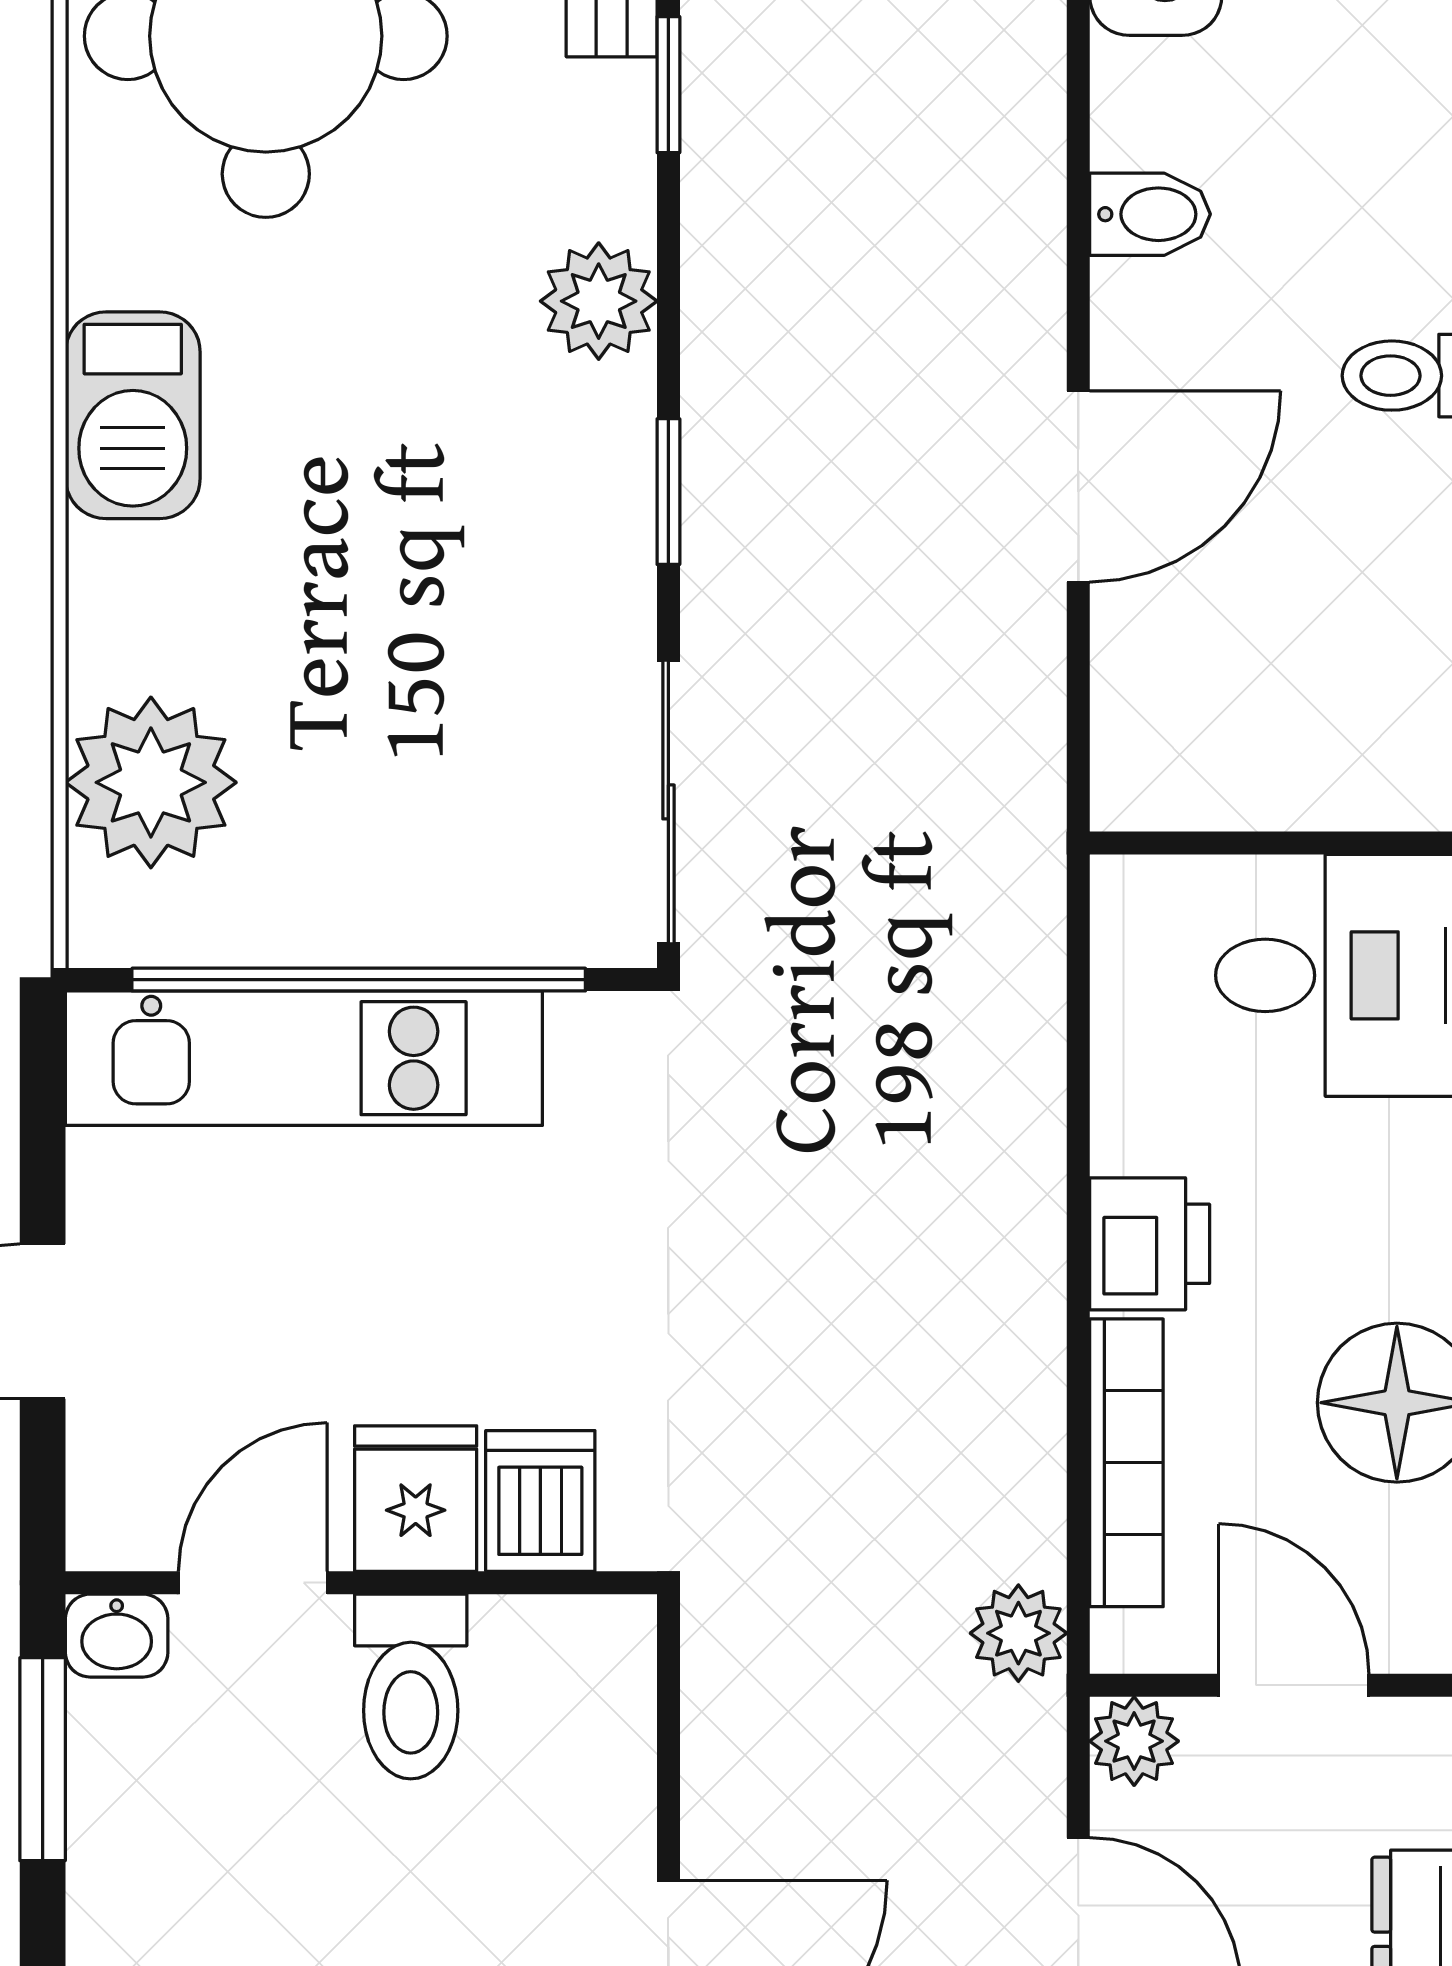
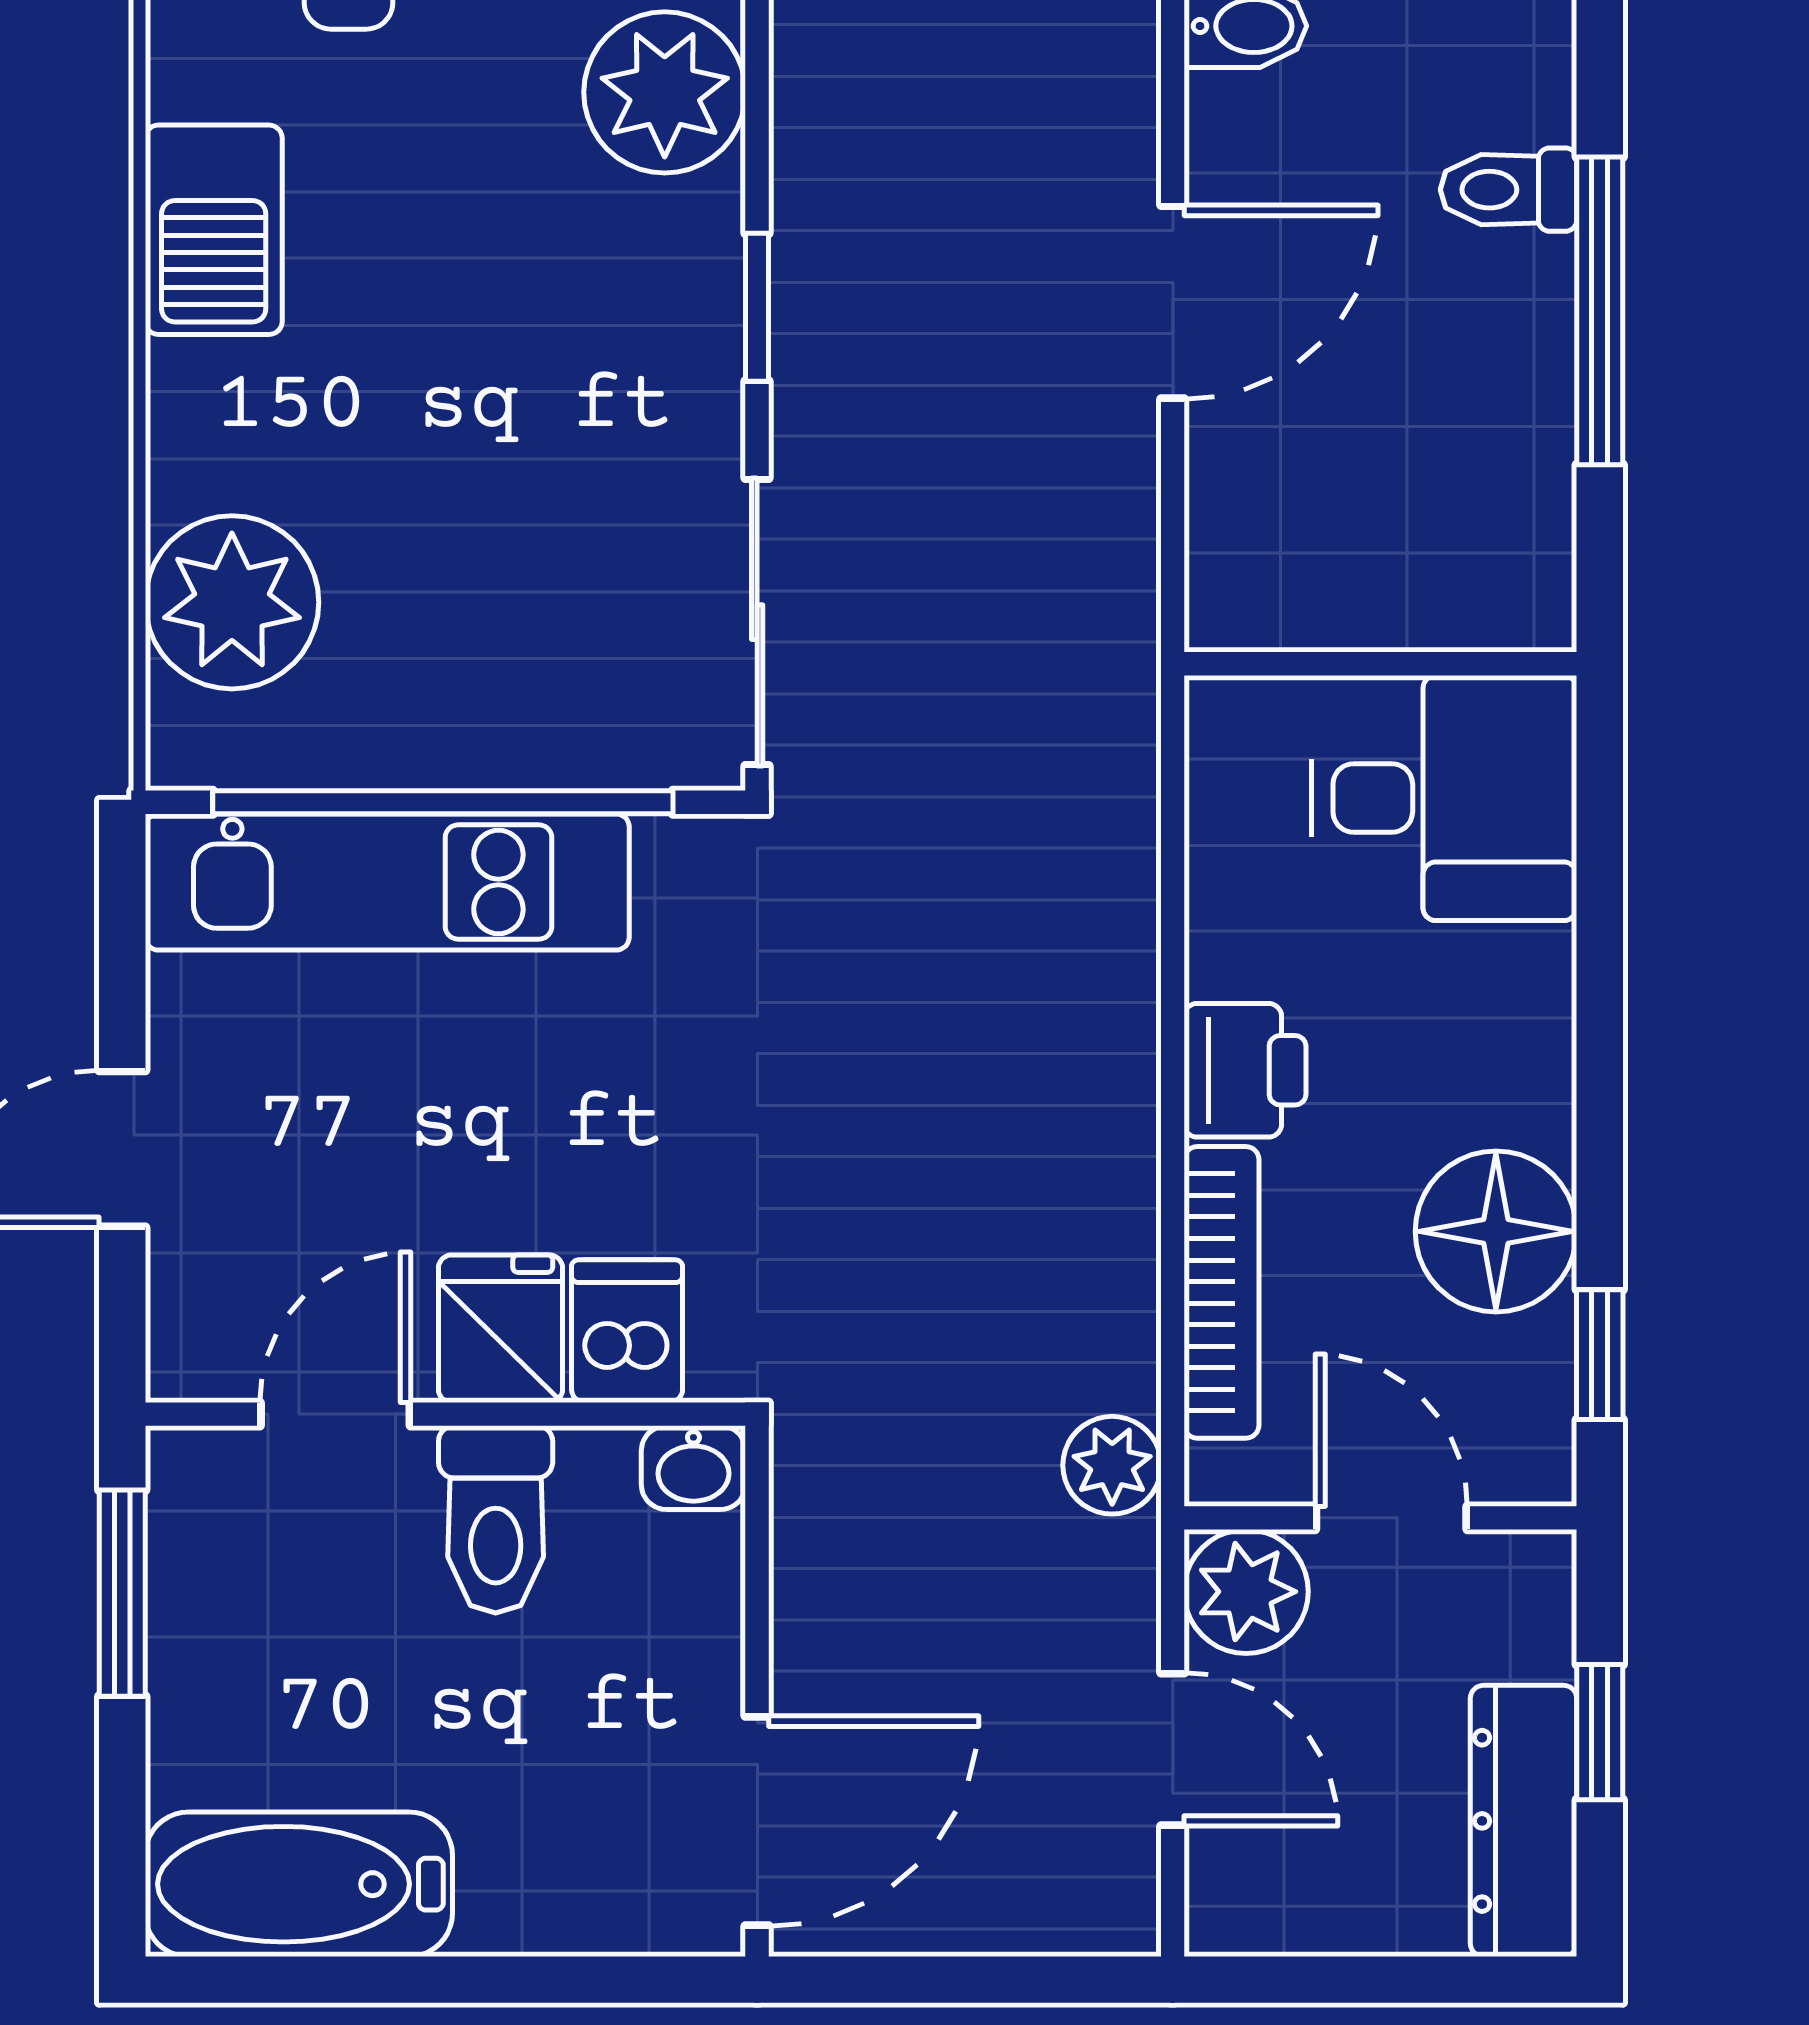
plant: (599, 301) -> (665, 92), width x1.36, depth x1.36
washbasin: (117, 1636) -> (693, 1468), moved
plant: (1134, 1741) -> (1246, 1592), width x1.38, depth x1.38

